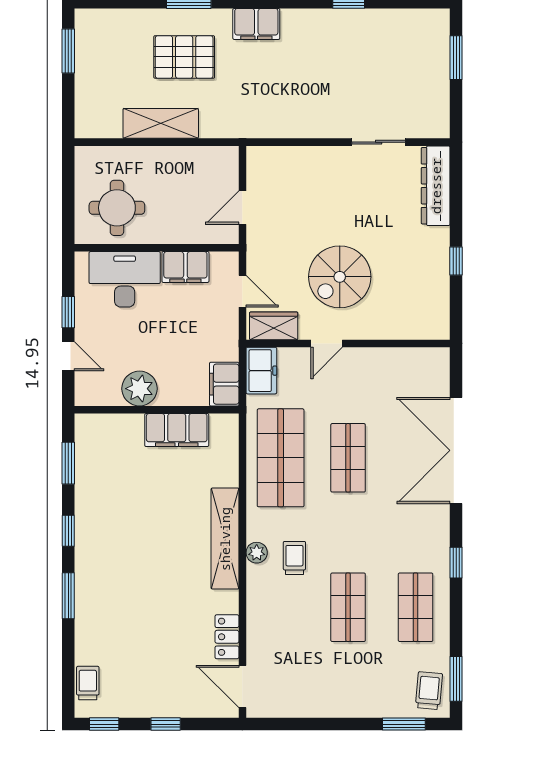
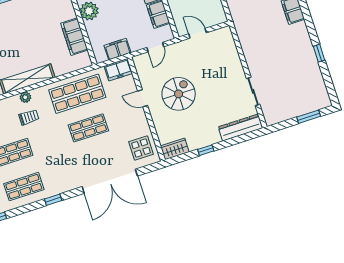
spiral stairs: (340, 277) -> (179, 94), turned 90
wardrobe: (274, 326) -> (175, 149), moved, turned -90
display table: (415, 375) -> (141, 148), added
filing cabinet: (224, 384) -> (117, 49), moved
double door: (456, 450) -> (110, 181), swing flipped

